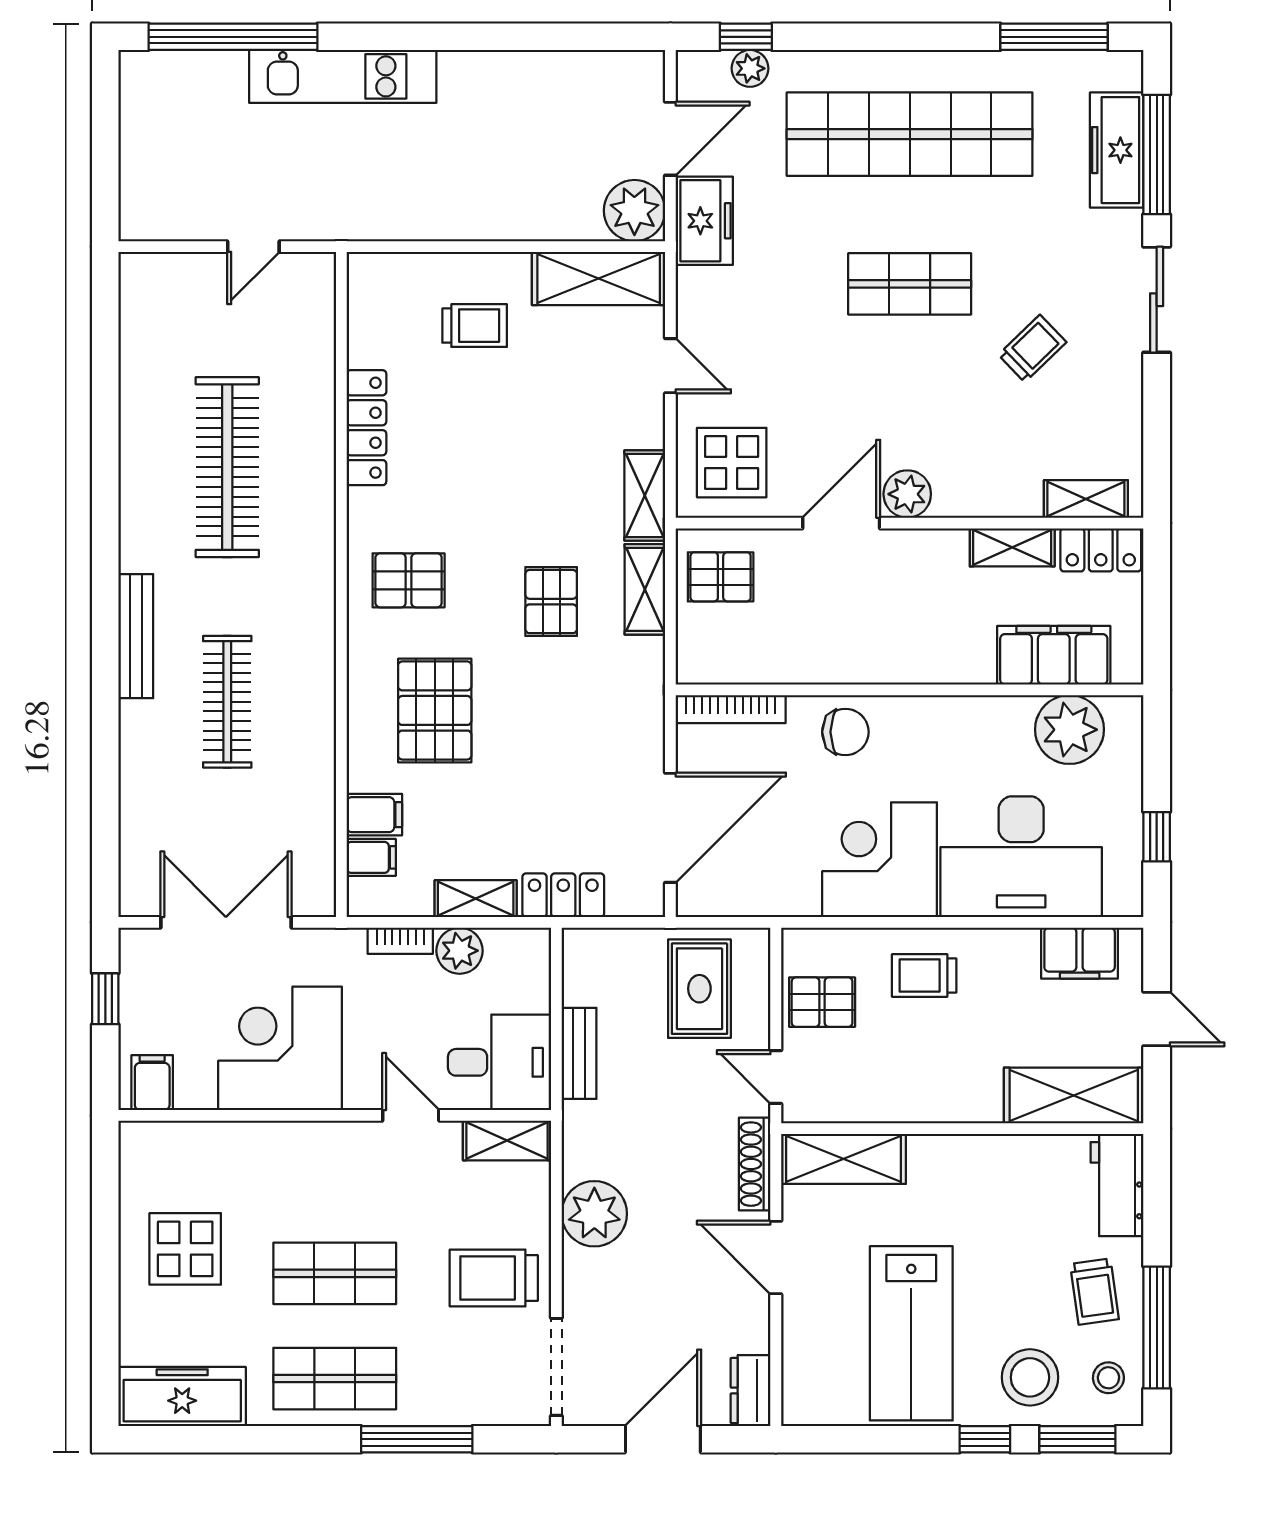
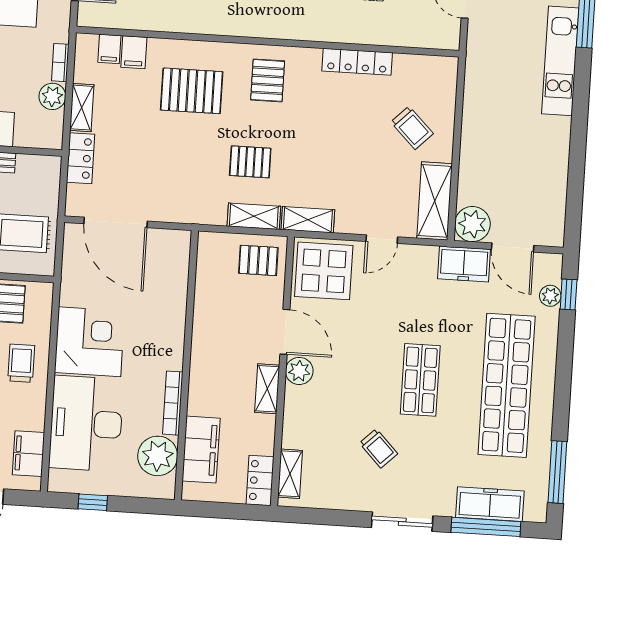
trolley: (475, 326) -> (412, 128), turned -45
display table: (732, 463) -> (324, 271), width x1.36, depth x1.36
shelving: (1012, 547) -> (267, 389), moved
pallet: (721, 577) -> (258, 260), turned 90
bookcase: (731, 709) -> (173, 403), moved
chair: (845, 732) -> (164, 327), removed

